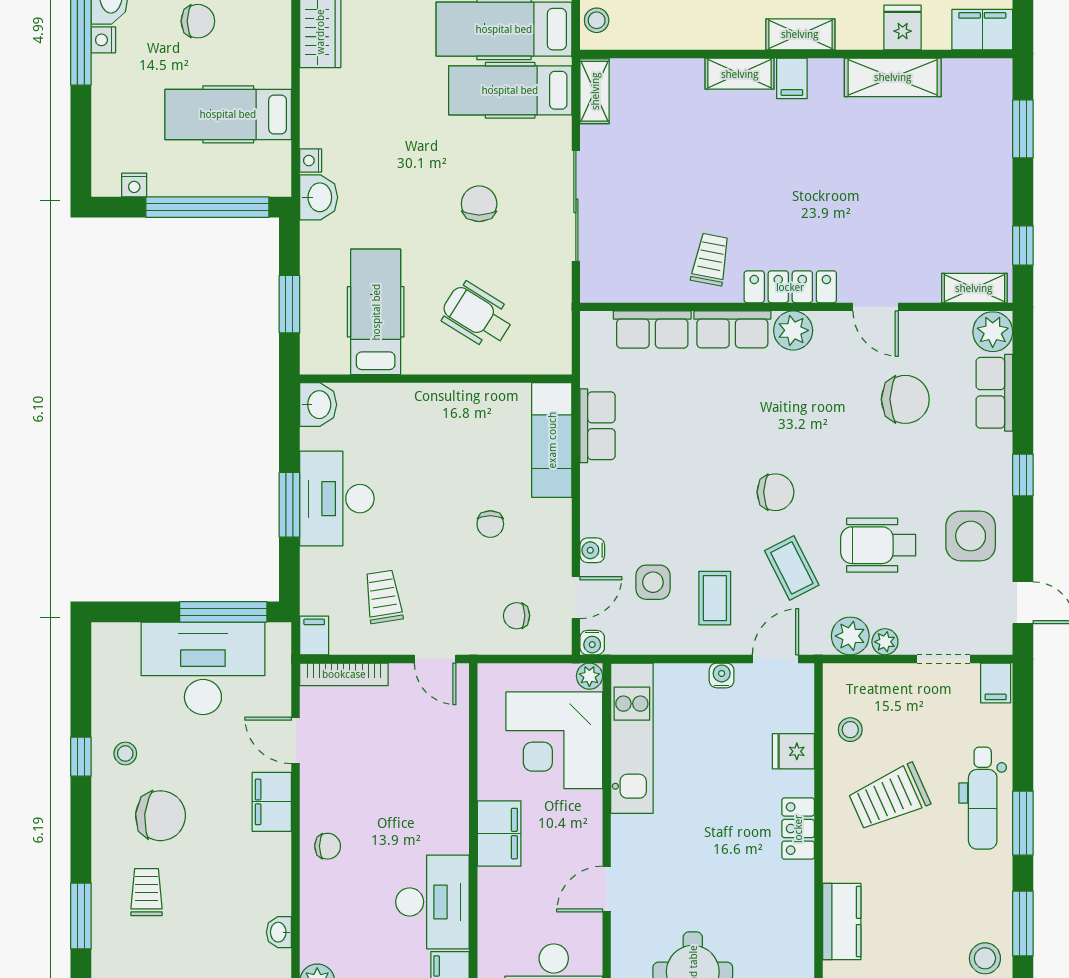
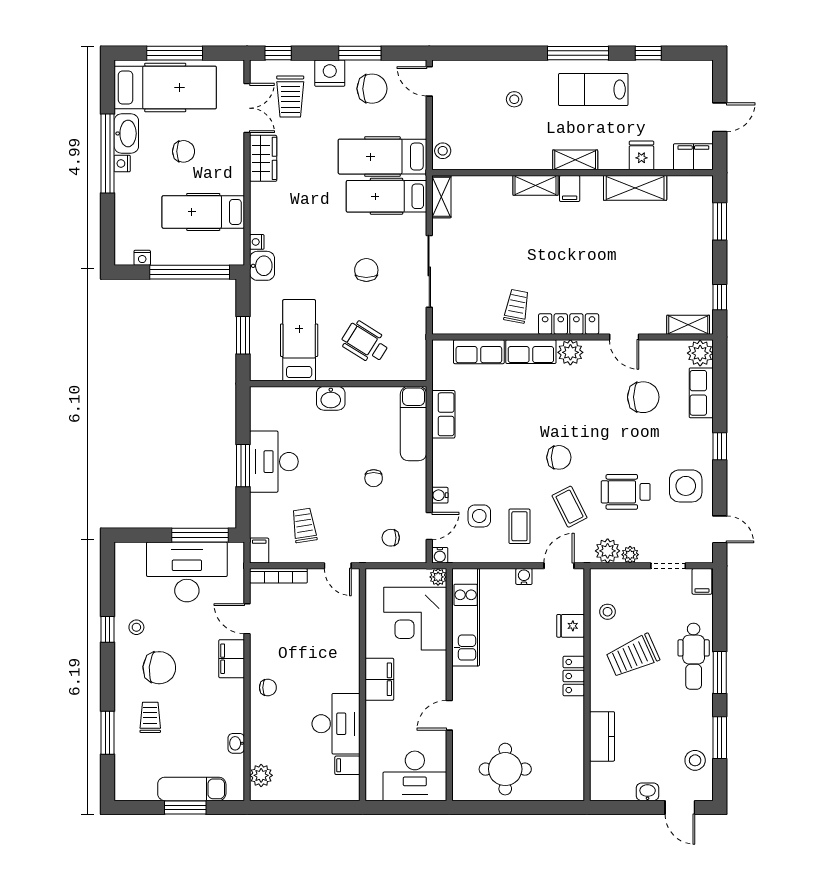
washbasin: (318, 405) -> (331, 398), moved, turned 90

